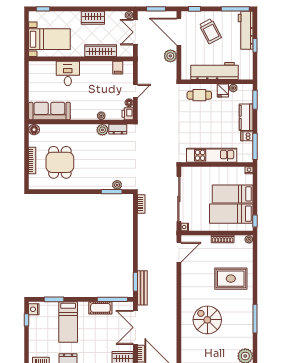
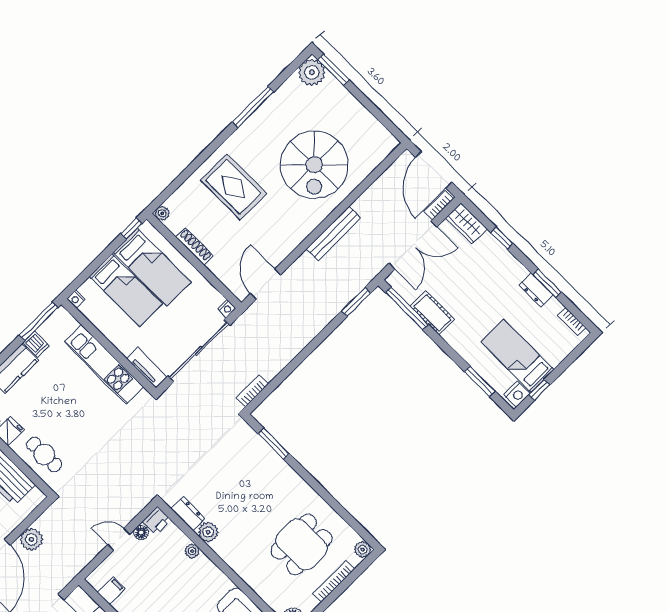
tv unit: (193, 171) -> (147, 368), added
plant: (117, 185) -> (363, 550), moved
door: (179, 252) -> (265, 284), hinge flipped
bench: (142, 288) -> (333, 234), moved
spiral stairs: (207, 320) -> (314, 165), width x1.37, depth x1.37
bed: (68, 322) -> (517, 356), moved, turned -90

